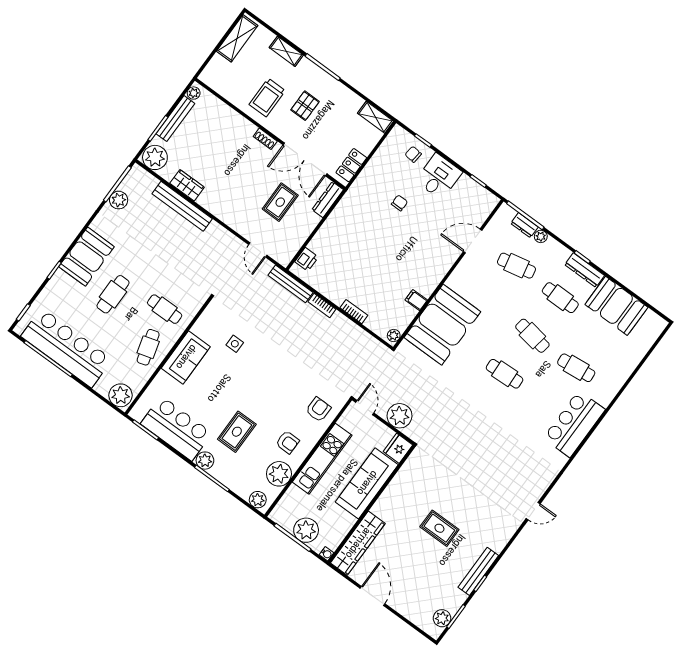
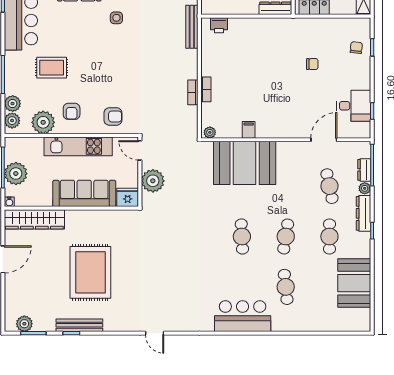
desk: (439, 176) -> (354, 106), moved
door: (473, 241) -> (324, 140), hinge flipped
dresser: (584, 270) -> (363, 213), moved
bookcase: (322, 305) -> (193, 92), moved
door: (365, 408) -> (140, 150), swing flipped
plant: (205, 461) -> (13, 104), moved
rug: (439, 528) -> (90, 272), width x1.86, depth x2.06

